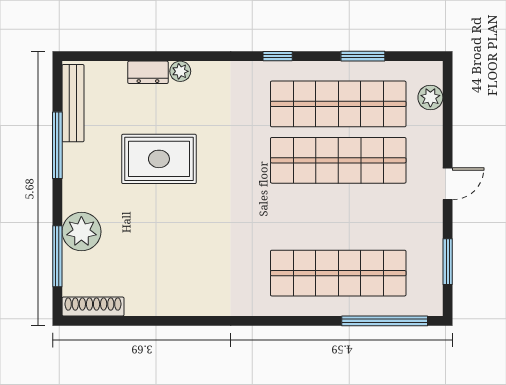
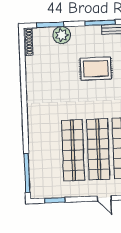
rug: (159, 159) -> (96, 69), turned 90
door: (448, 184) -> (104, 198), moved
shop shelf: (338, 273) -> (73, 150), moved

